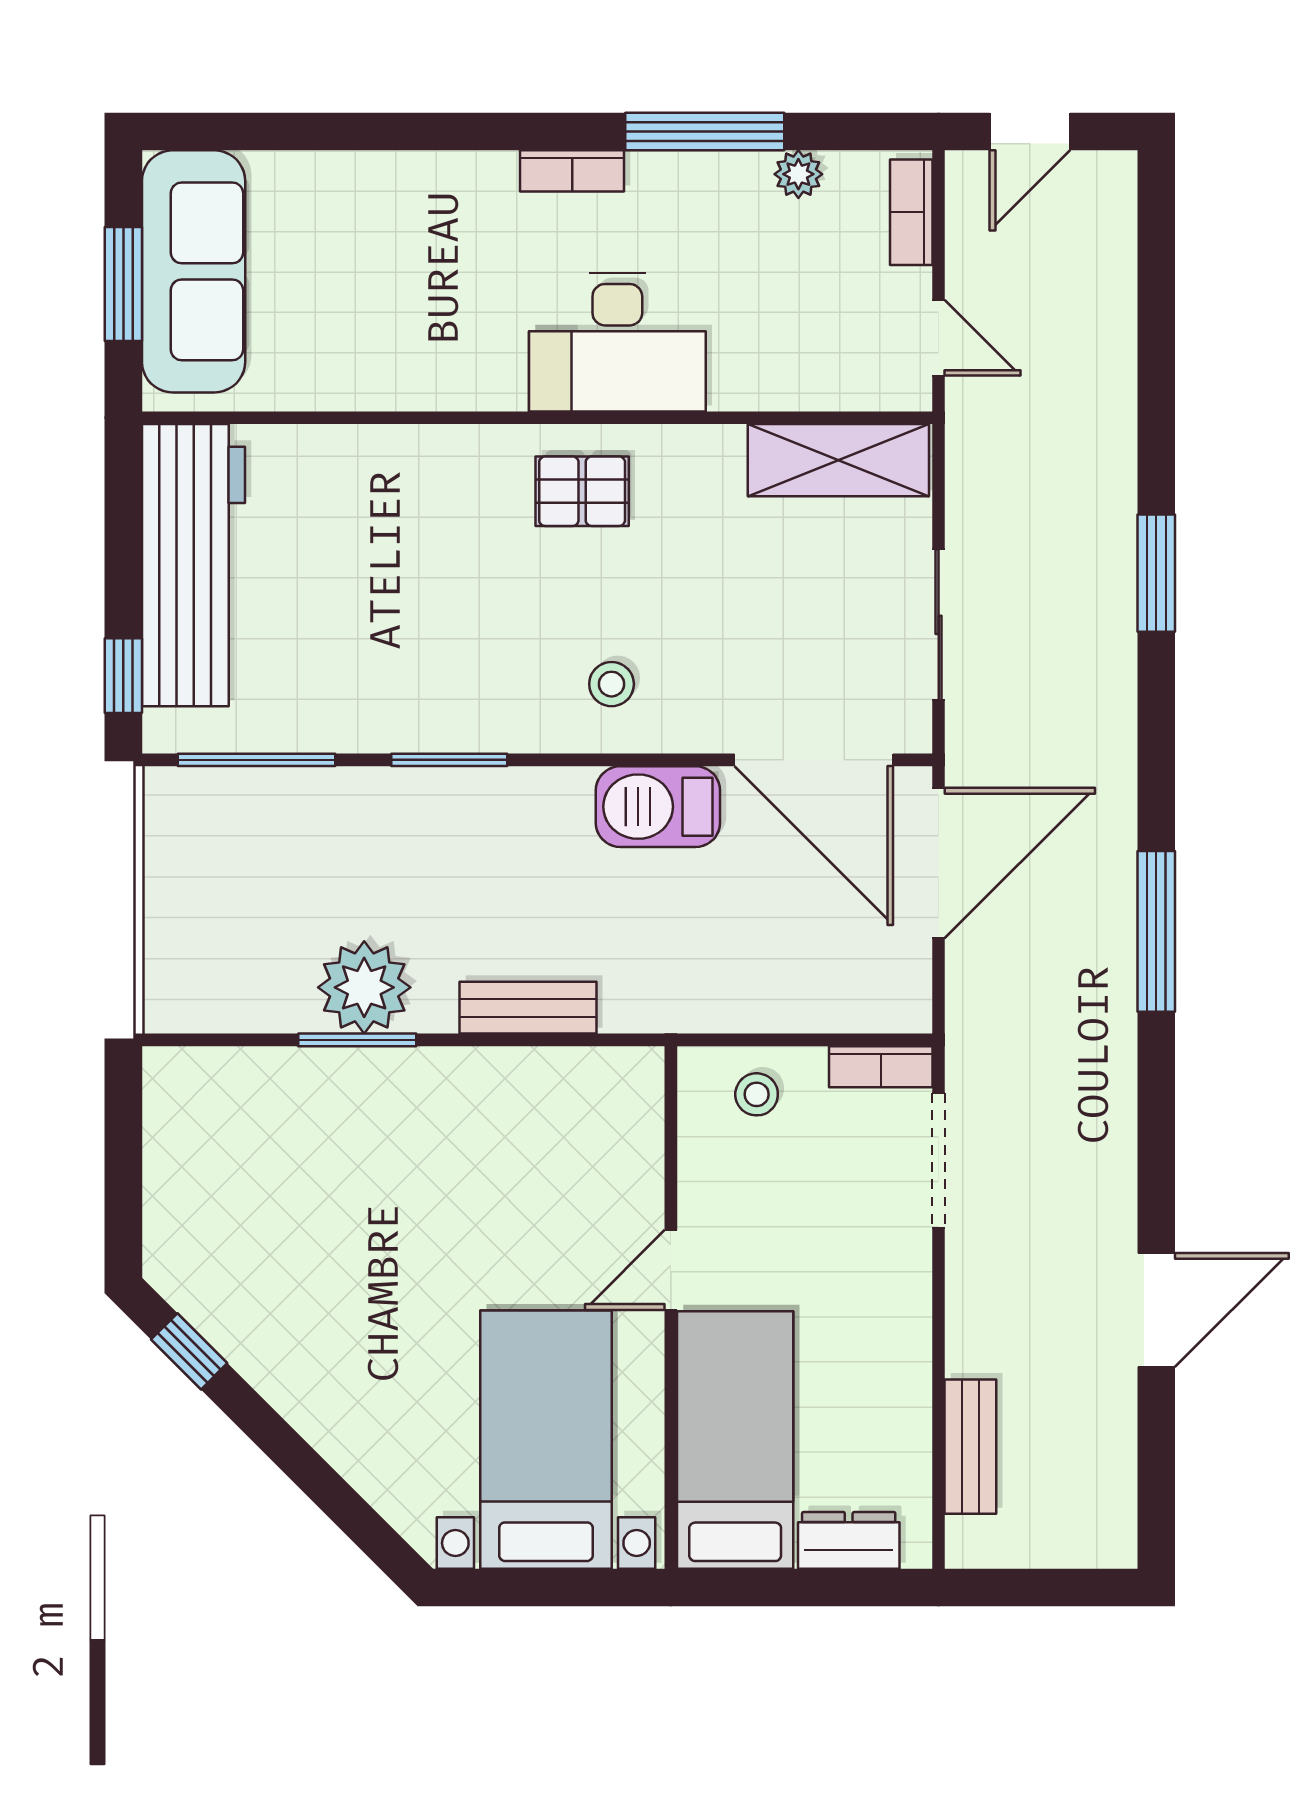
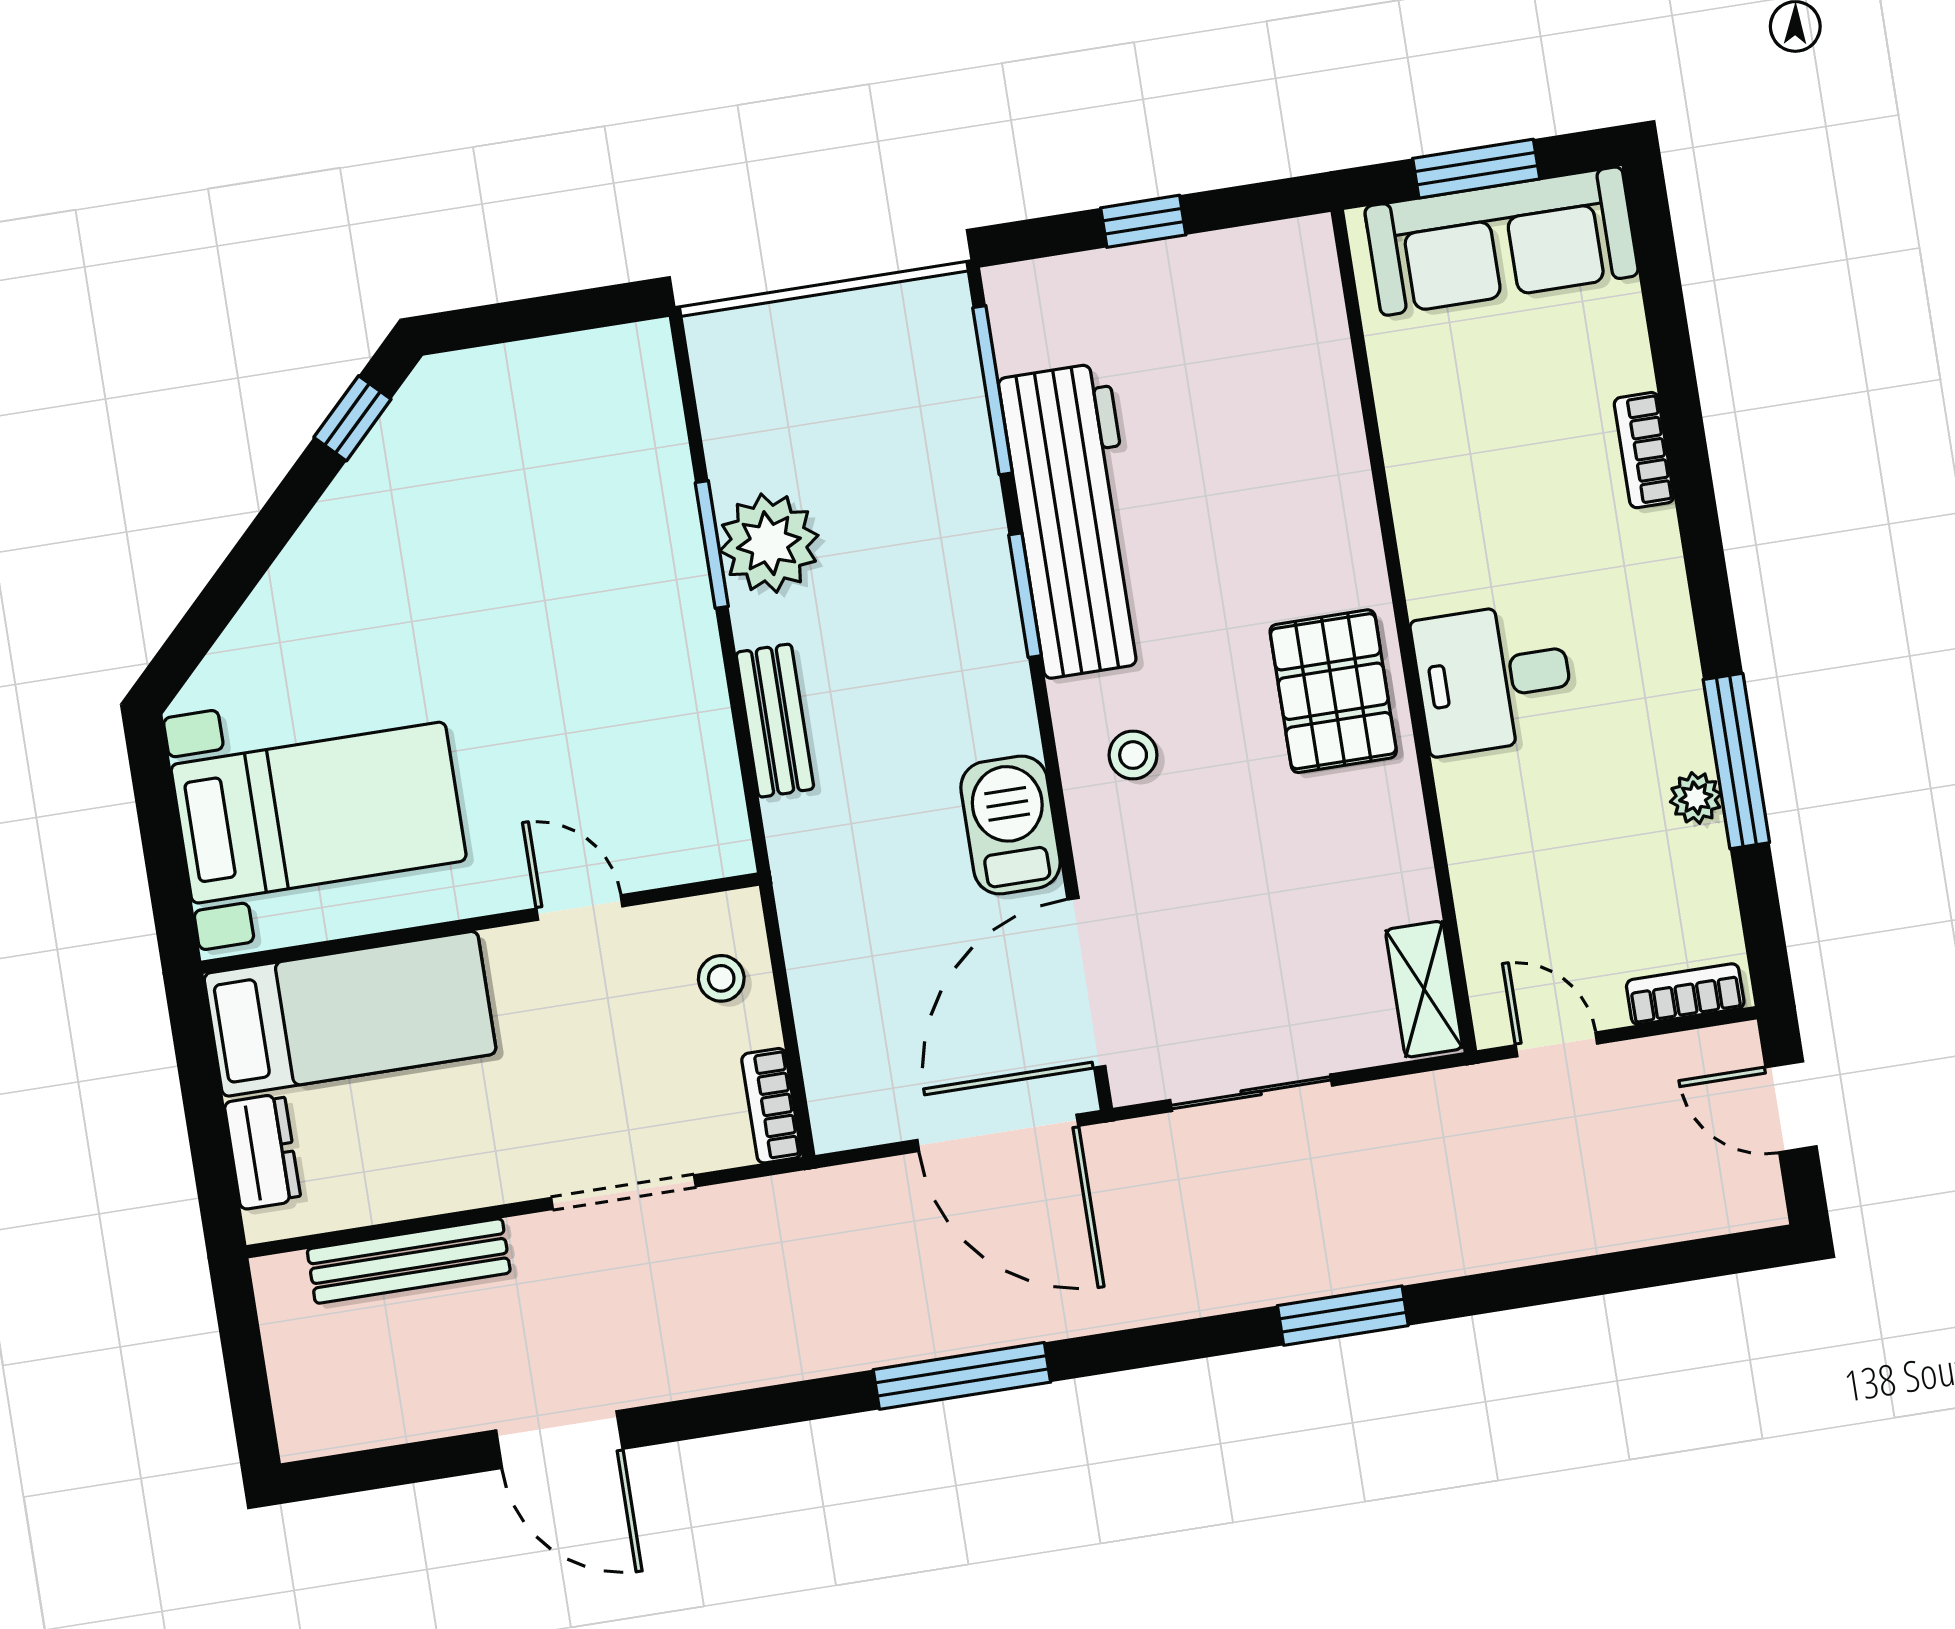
bookcase: (572, 171) -> (1644, 450), moved
plant: (798, 174) -> (1696, 798), moved
door: (939, 338) -> (1556, 1044), swing flipped
desk: (617, 342) -> (1494, 678), width x0.73
shelving: (838, 460) -> (1424, 989), width x0.67, depth x0.75
pallet: (582, 491) -> (1333, 691), width x1.50, depth x1.42
workbench: (194, 565) -> (1076, 520), moved, turned -90
window: (123, 676) -> (1143, 221), moved
doorway: (939, 1161) -> (623, 1192), moved
door: (671, 1270) -> (579, 907), moved
bench: (970, 1447) -> (409, 1261), width x1.36

